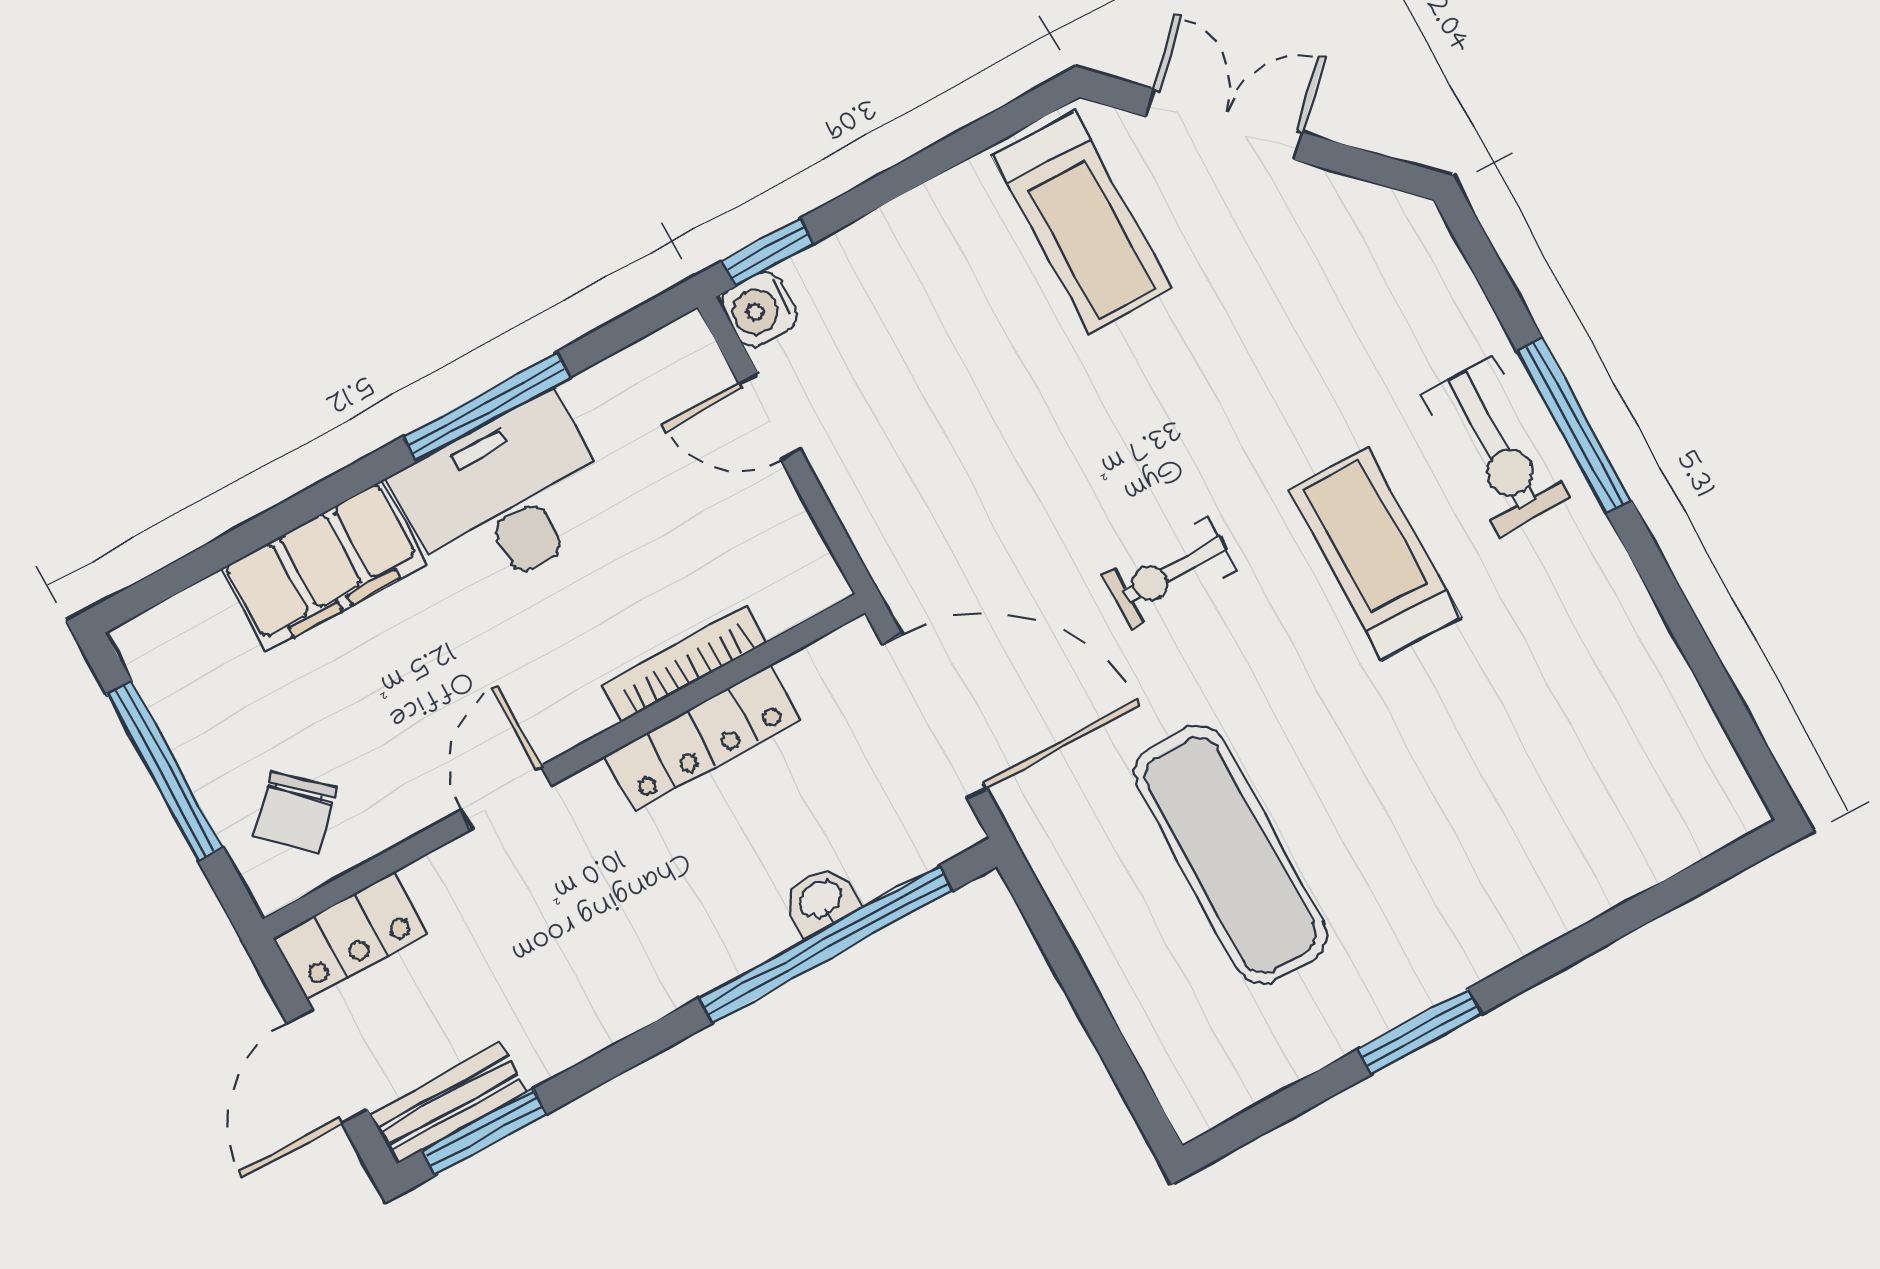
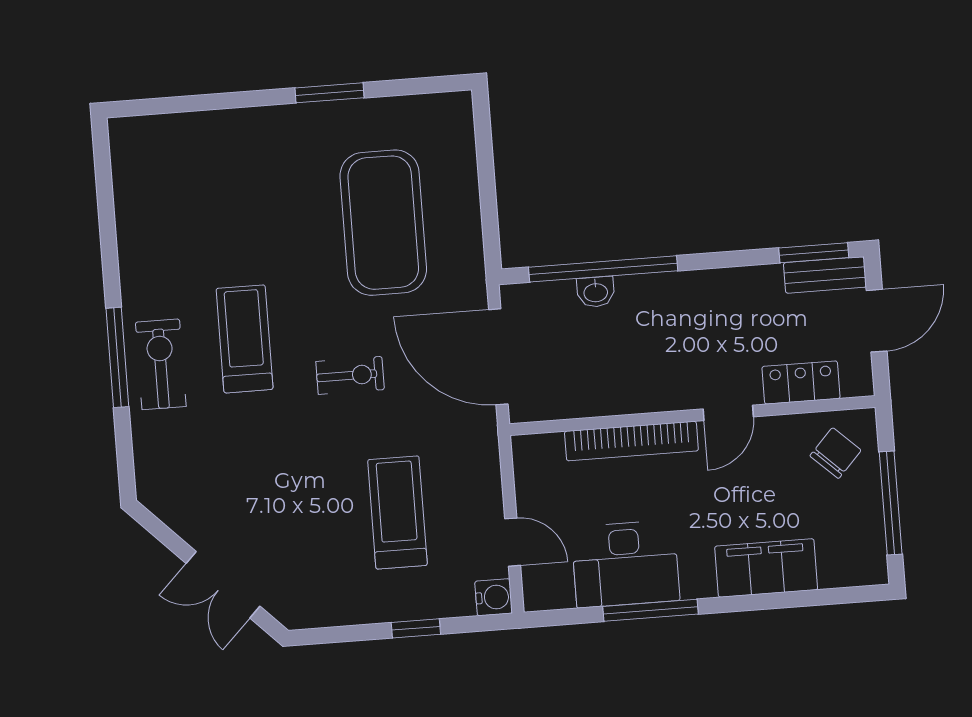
treadmill: (1082, 222) -> (397, 513), moved
window: (768, 252) -> (416, 628), moved
desk: (506, 498) -> (625, 564), moved
treadmill: (1375, 554) -> (245, 339), turned 180
bookcase: (685, 664) -> (631, 441), width x1.48, depth x1.31
locker: (702, 738) -> (618, 399), removed
exercise mat: (1230, 855) -> (383, 223), width x1.47
locker: (351, 935) -> (801, 382), moved

